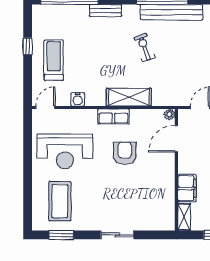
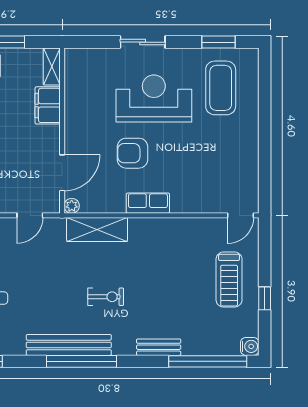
exercise bike: (144, 48) -> (106, 297), turned -70
shelving: (129, 97) -> (97, 229), moved
water cooler: (78, 99) -> (250, 346), moved, turned 90
reception desk: (65, 151) -> (154, 99), moved
armchair: (125, 153) -> (132, 153), turned 90

